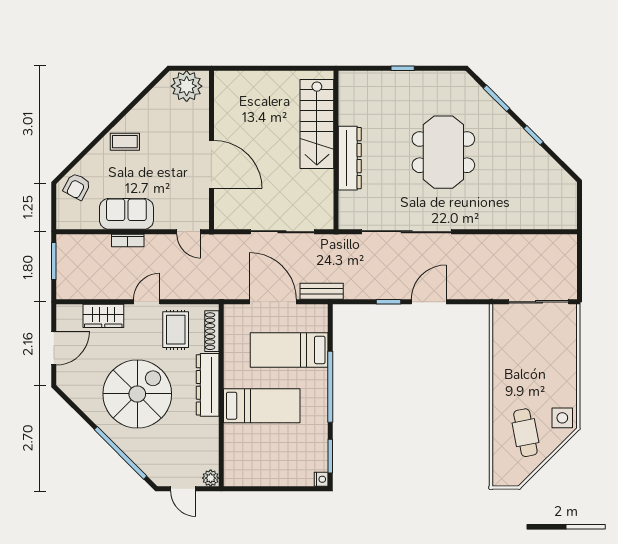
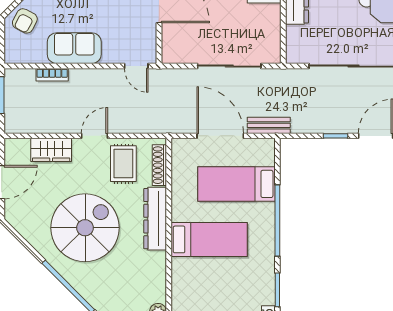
bookcase: (128, 241) -> (52, 75), moved

